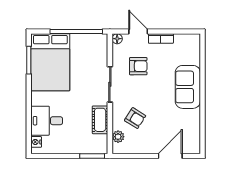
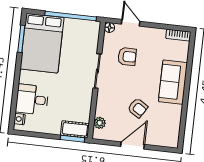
bookcase: (161, 39) -> (178, 35), moved
armchair: (135, 118) -> (138, 108), moved
cot: (100, 120) -> (75, 129), moved, turned 90
door: (170, 156) -> (133, 145), moved

